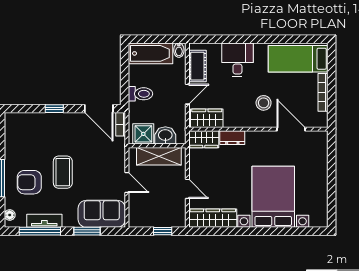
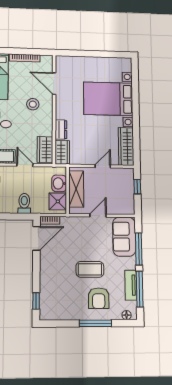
window: (54, 109) -> (36, 301), moved
door: (291, 129) -> (54, 84), hinge flipped
window: (87, 231) -> (139, 249), width x1.44

